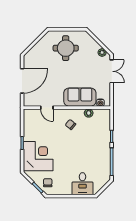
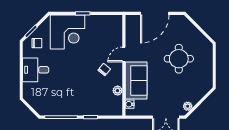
round table: (66, 48) -> (179, 59), moved
door: (22, 81) -> (155, 13), hinge flipped
door: (47, 108) -> (124, 54), moved
desk: (82, 184) -> (36, 70), moved

